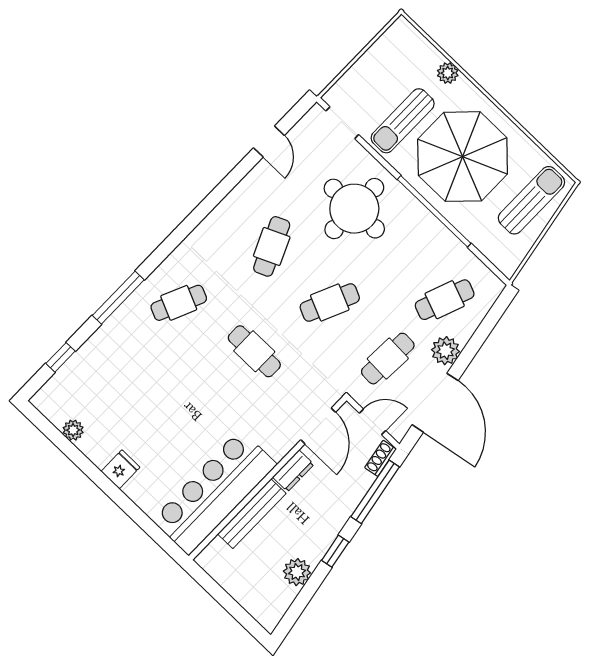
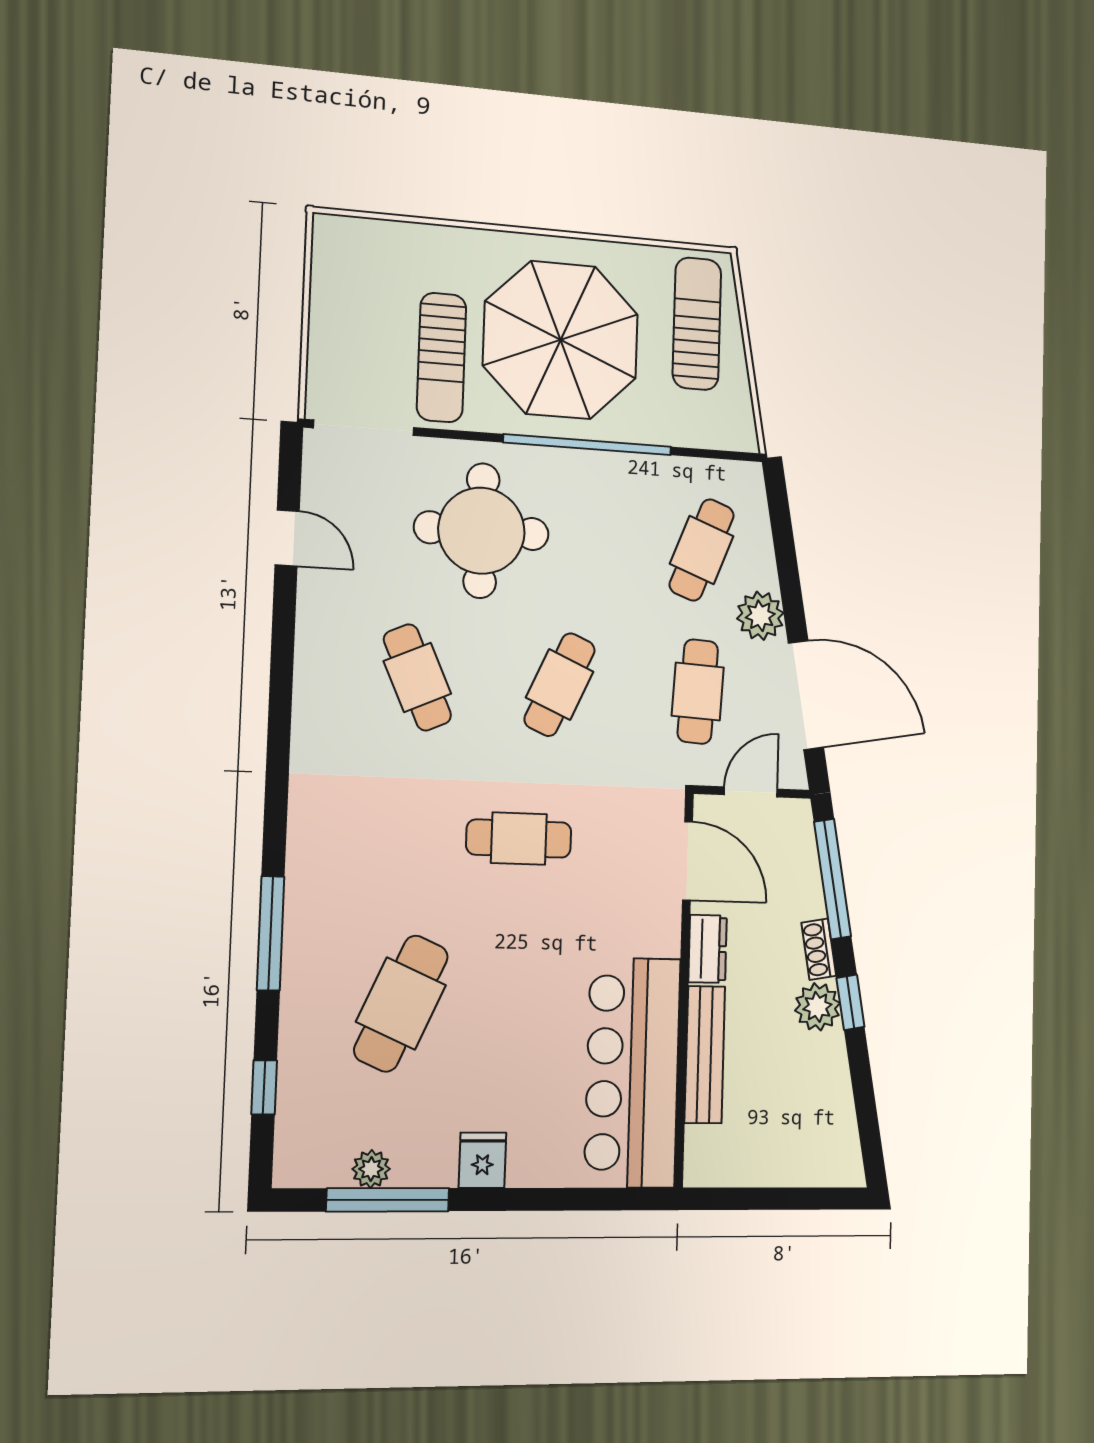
plant: (448, 73) -> (444, 243), removed
doorway: (342, 123) -> (364, 428), width x1.38
cafe table: (179, 303) -> (401, 1003), moved, width x1.37, depth x1.35
window: (69, 449) -> (388, 1200), added
shoe rack: (380, 458) -> (819, 949), moved
plant: (297, 572) -> (818, 1007), moved

